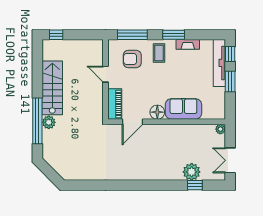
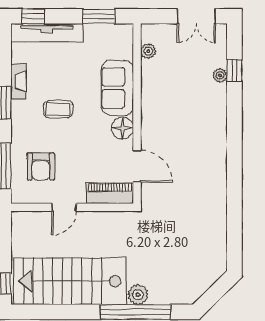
coffee table: (159, 53) -> (58, 109), moved
window: (230, 82) -> (99, 16), moved
stairs: (52, 88) -> (70, 281), width x1.36, depth x1.51
plant: (220, 129) -> (148, 51), moved
plant: (192, 172) -> (220, 75), width x0.53, depth x0.53

